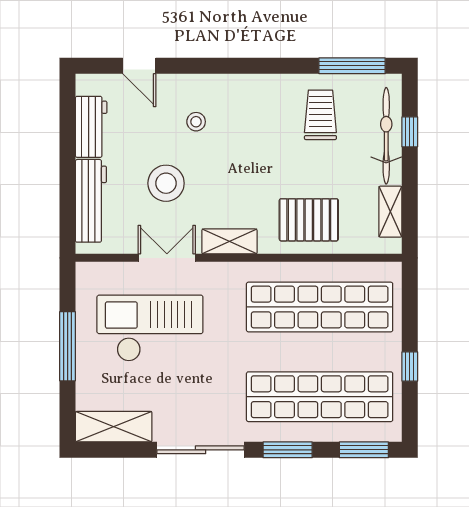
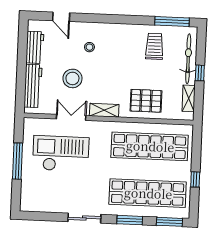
window: (410, 132) -> (200, 73), moved
shelving: (114, 427) -> (40, 204), removed
sliding door: (201, 450) -> (84, 218), width x0.73

